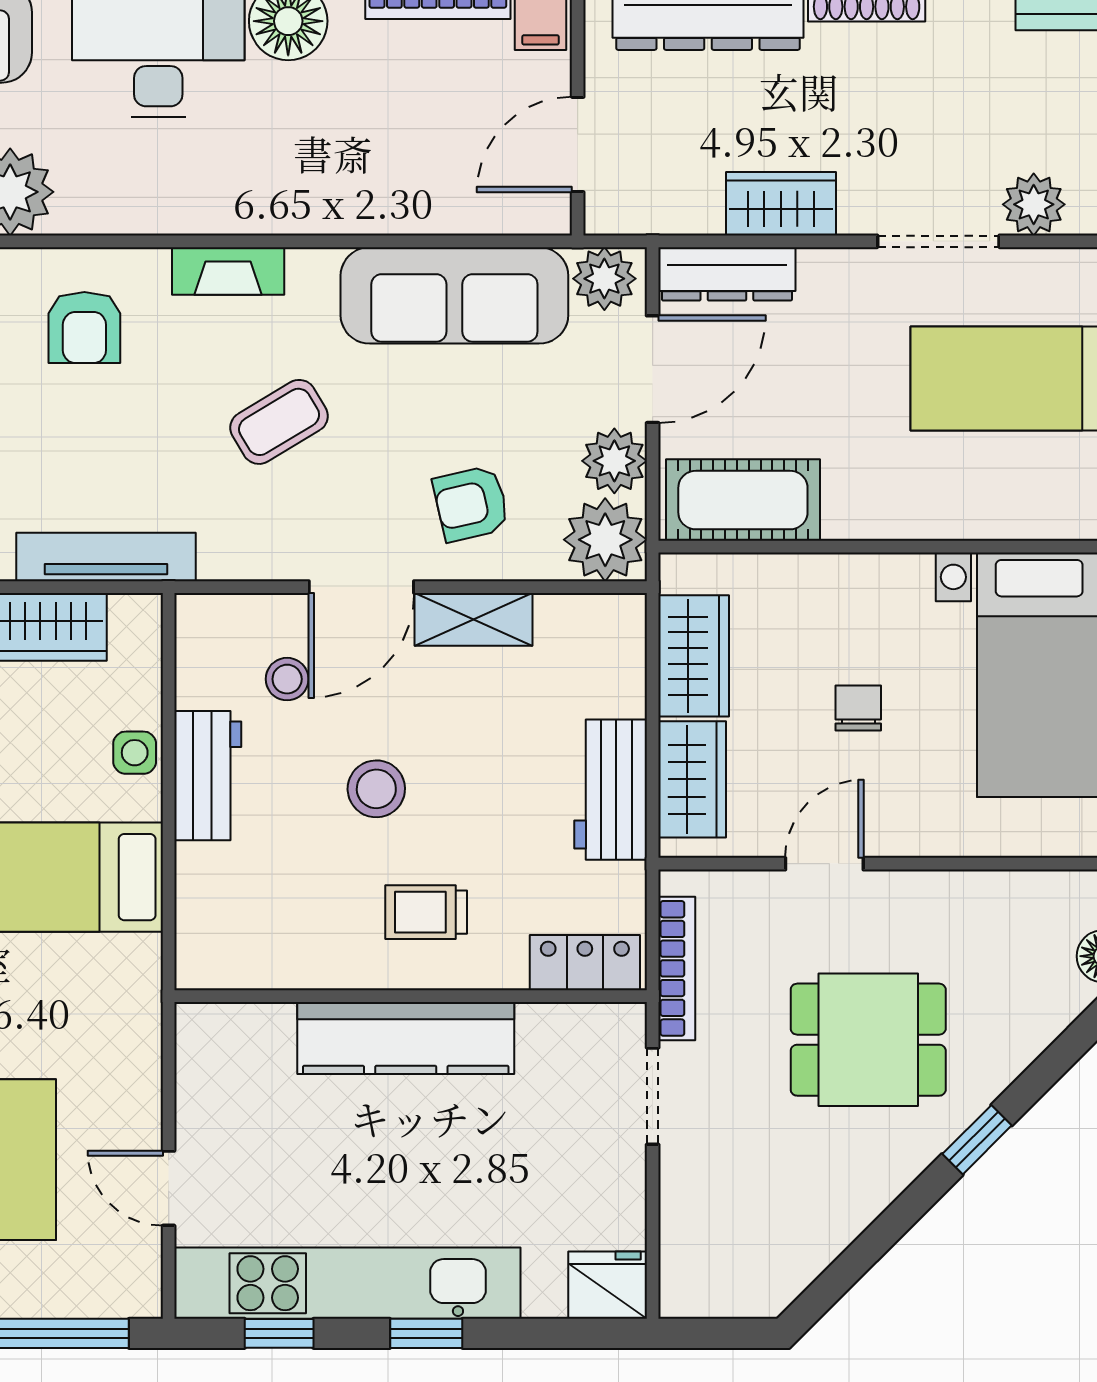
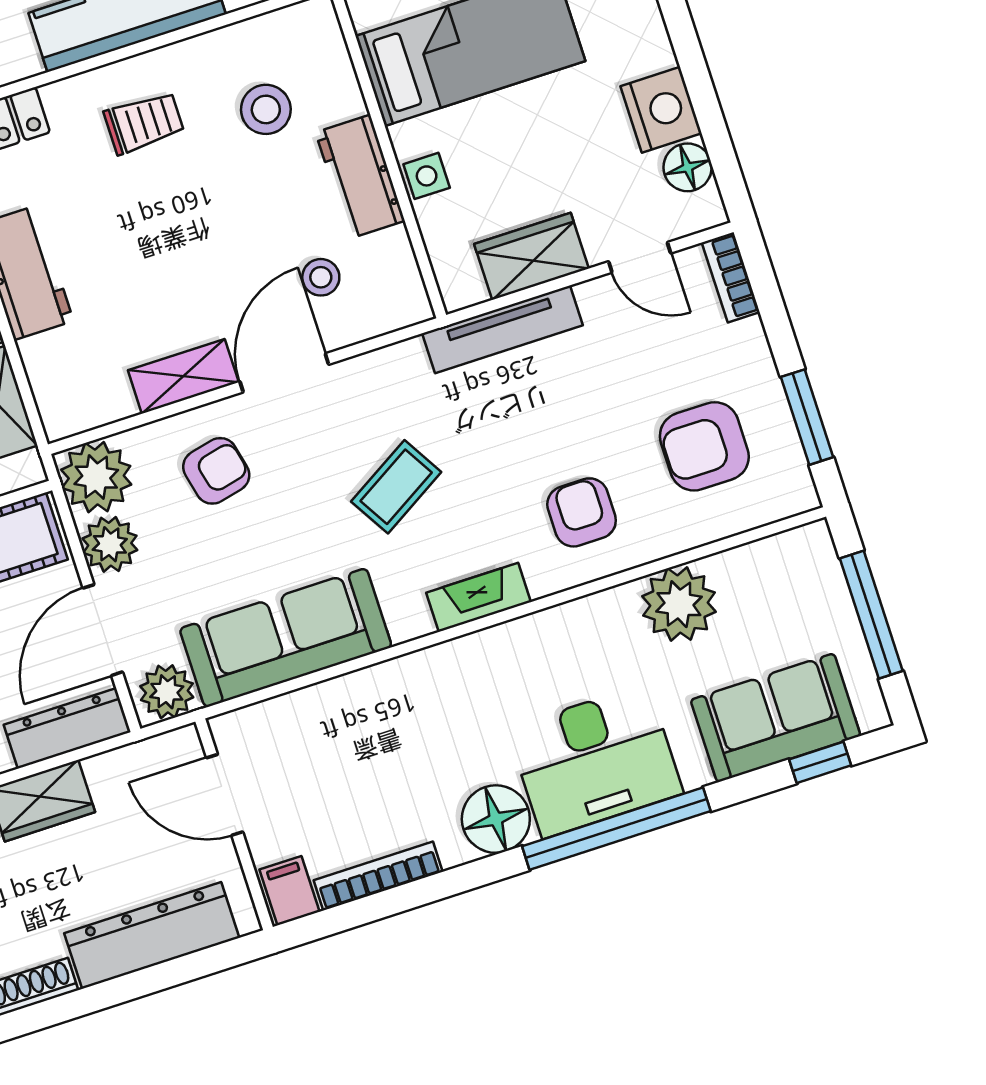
door: (578, 144) -> (225, 795), swing flipped
stool: (376, 789) -> (266, 109), moved

